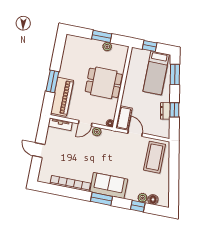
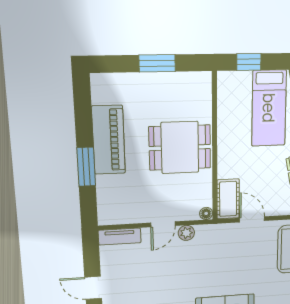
plant: (107, 47) -> (172, 80), removed
piano: (62, 97) -> (109, 140), moved

